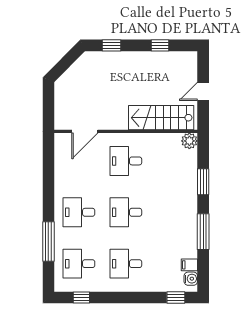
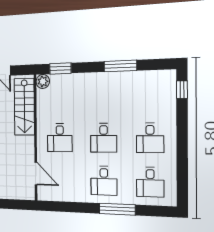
window: (203, 182) -> (60, 68), moved
window: (48, 242) -> (117, 209), moved
filing cabinet: (189, 265) -> (151, 78), removed
water cooler: (191, 279) -> (164, 76), removed
window: (81, 298) -> (182, 181), removed

